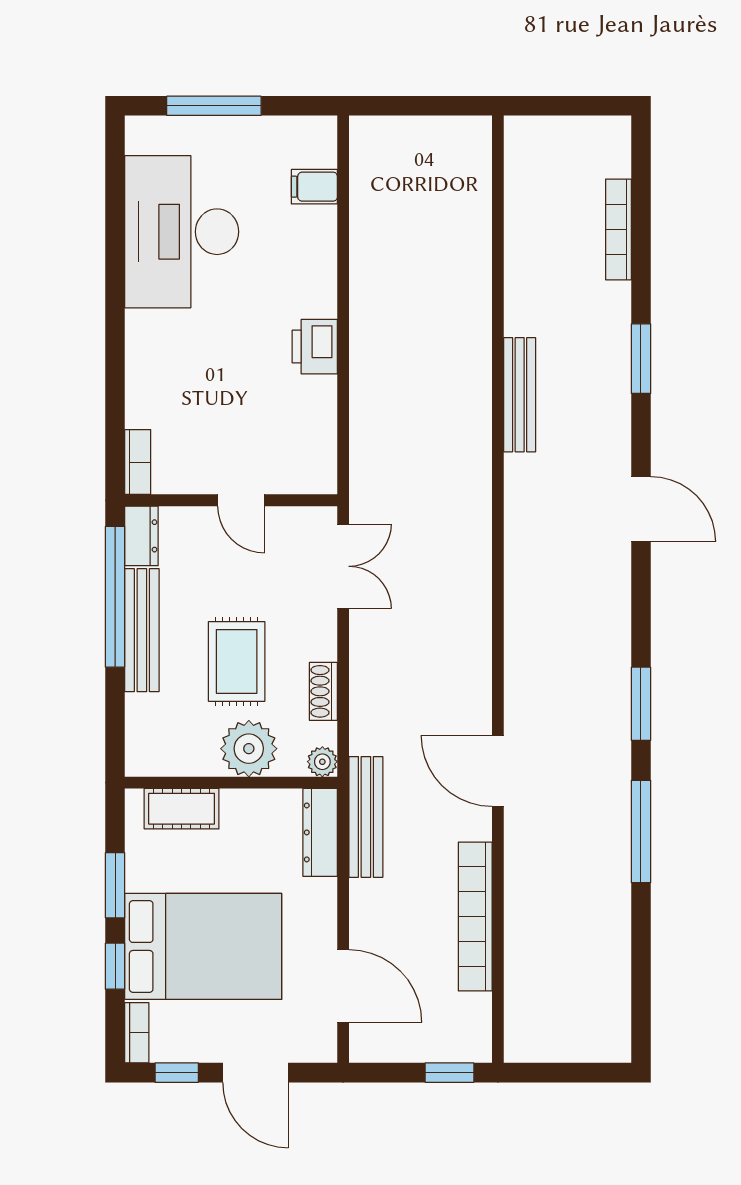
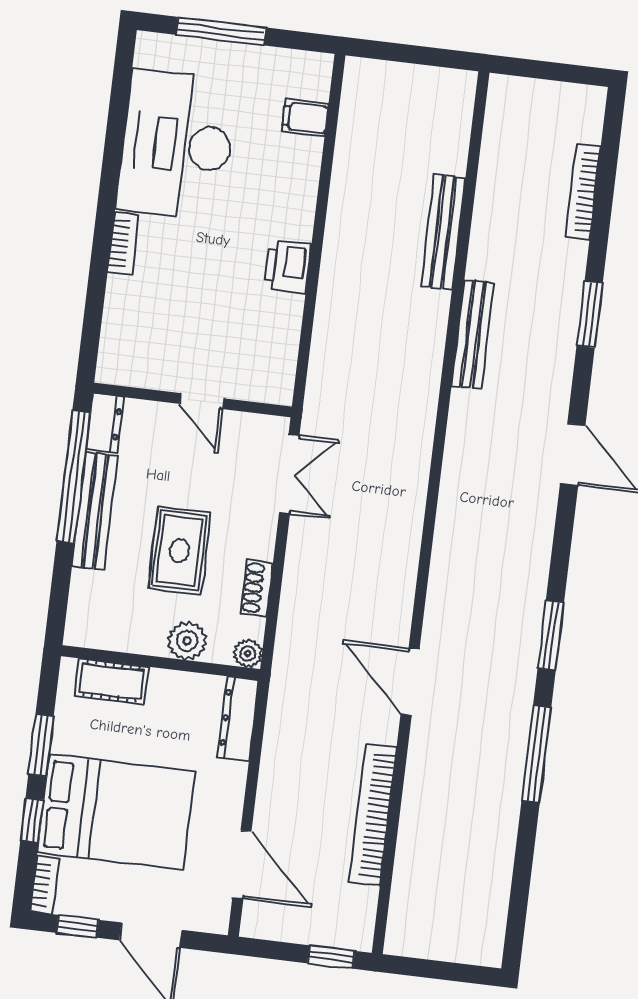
bookcase: (138, 462) -> (123, 244), moved
plant: (249, 749) -> (187, 641), width x0.73, depth x0.73
bench: (366, 817) -> (443, 232), moved

